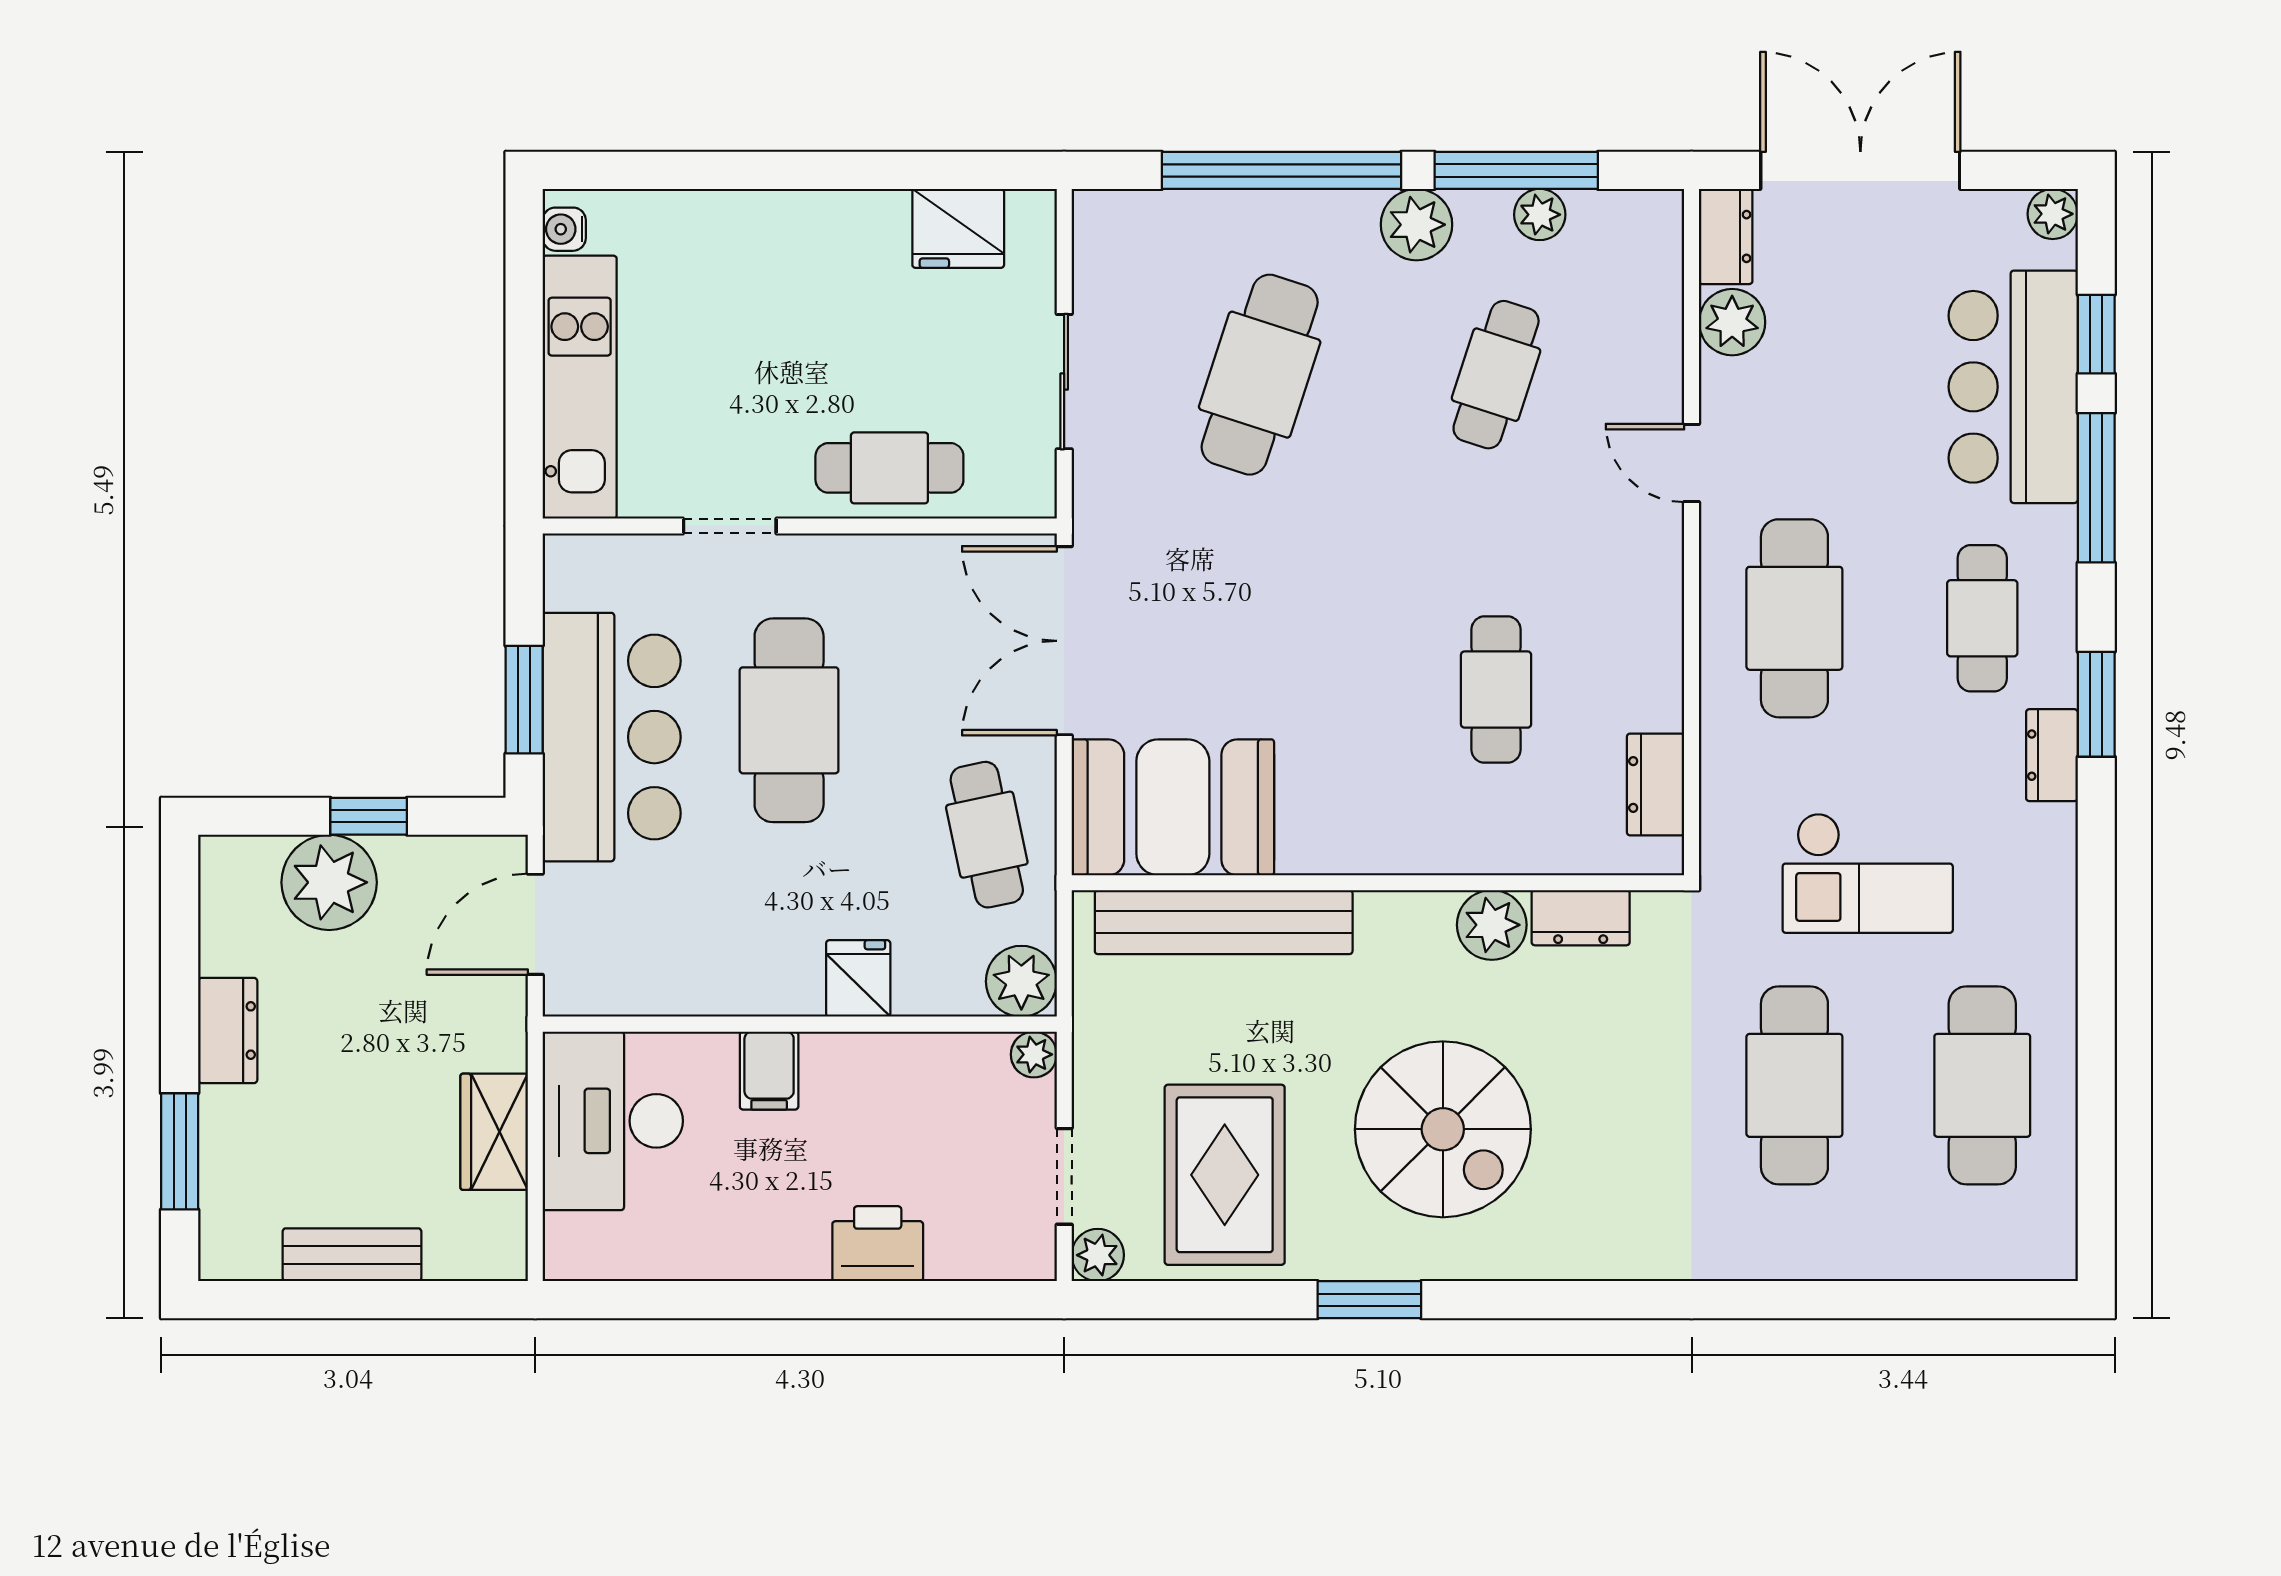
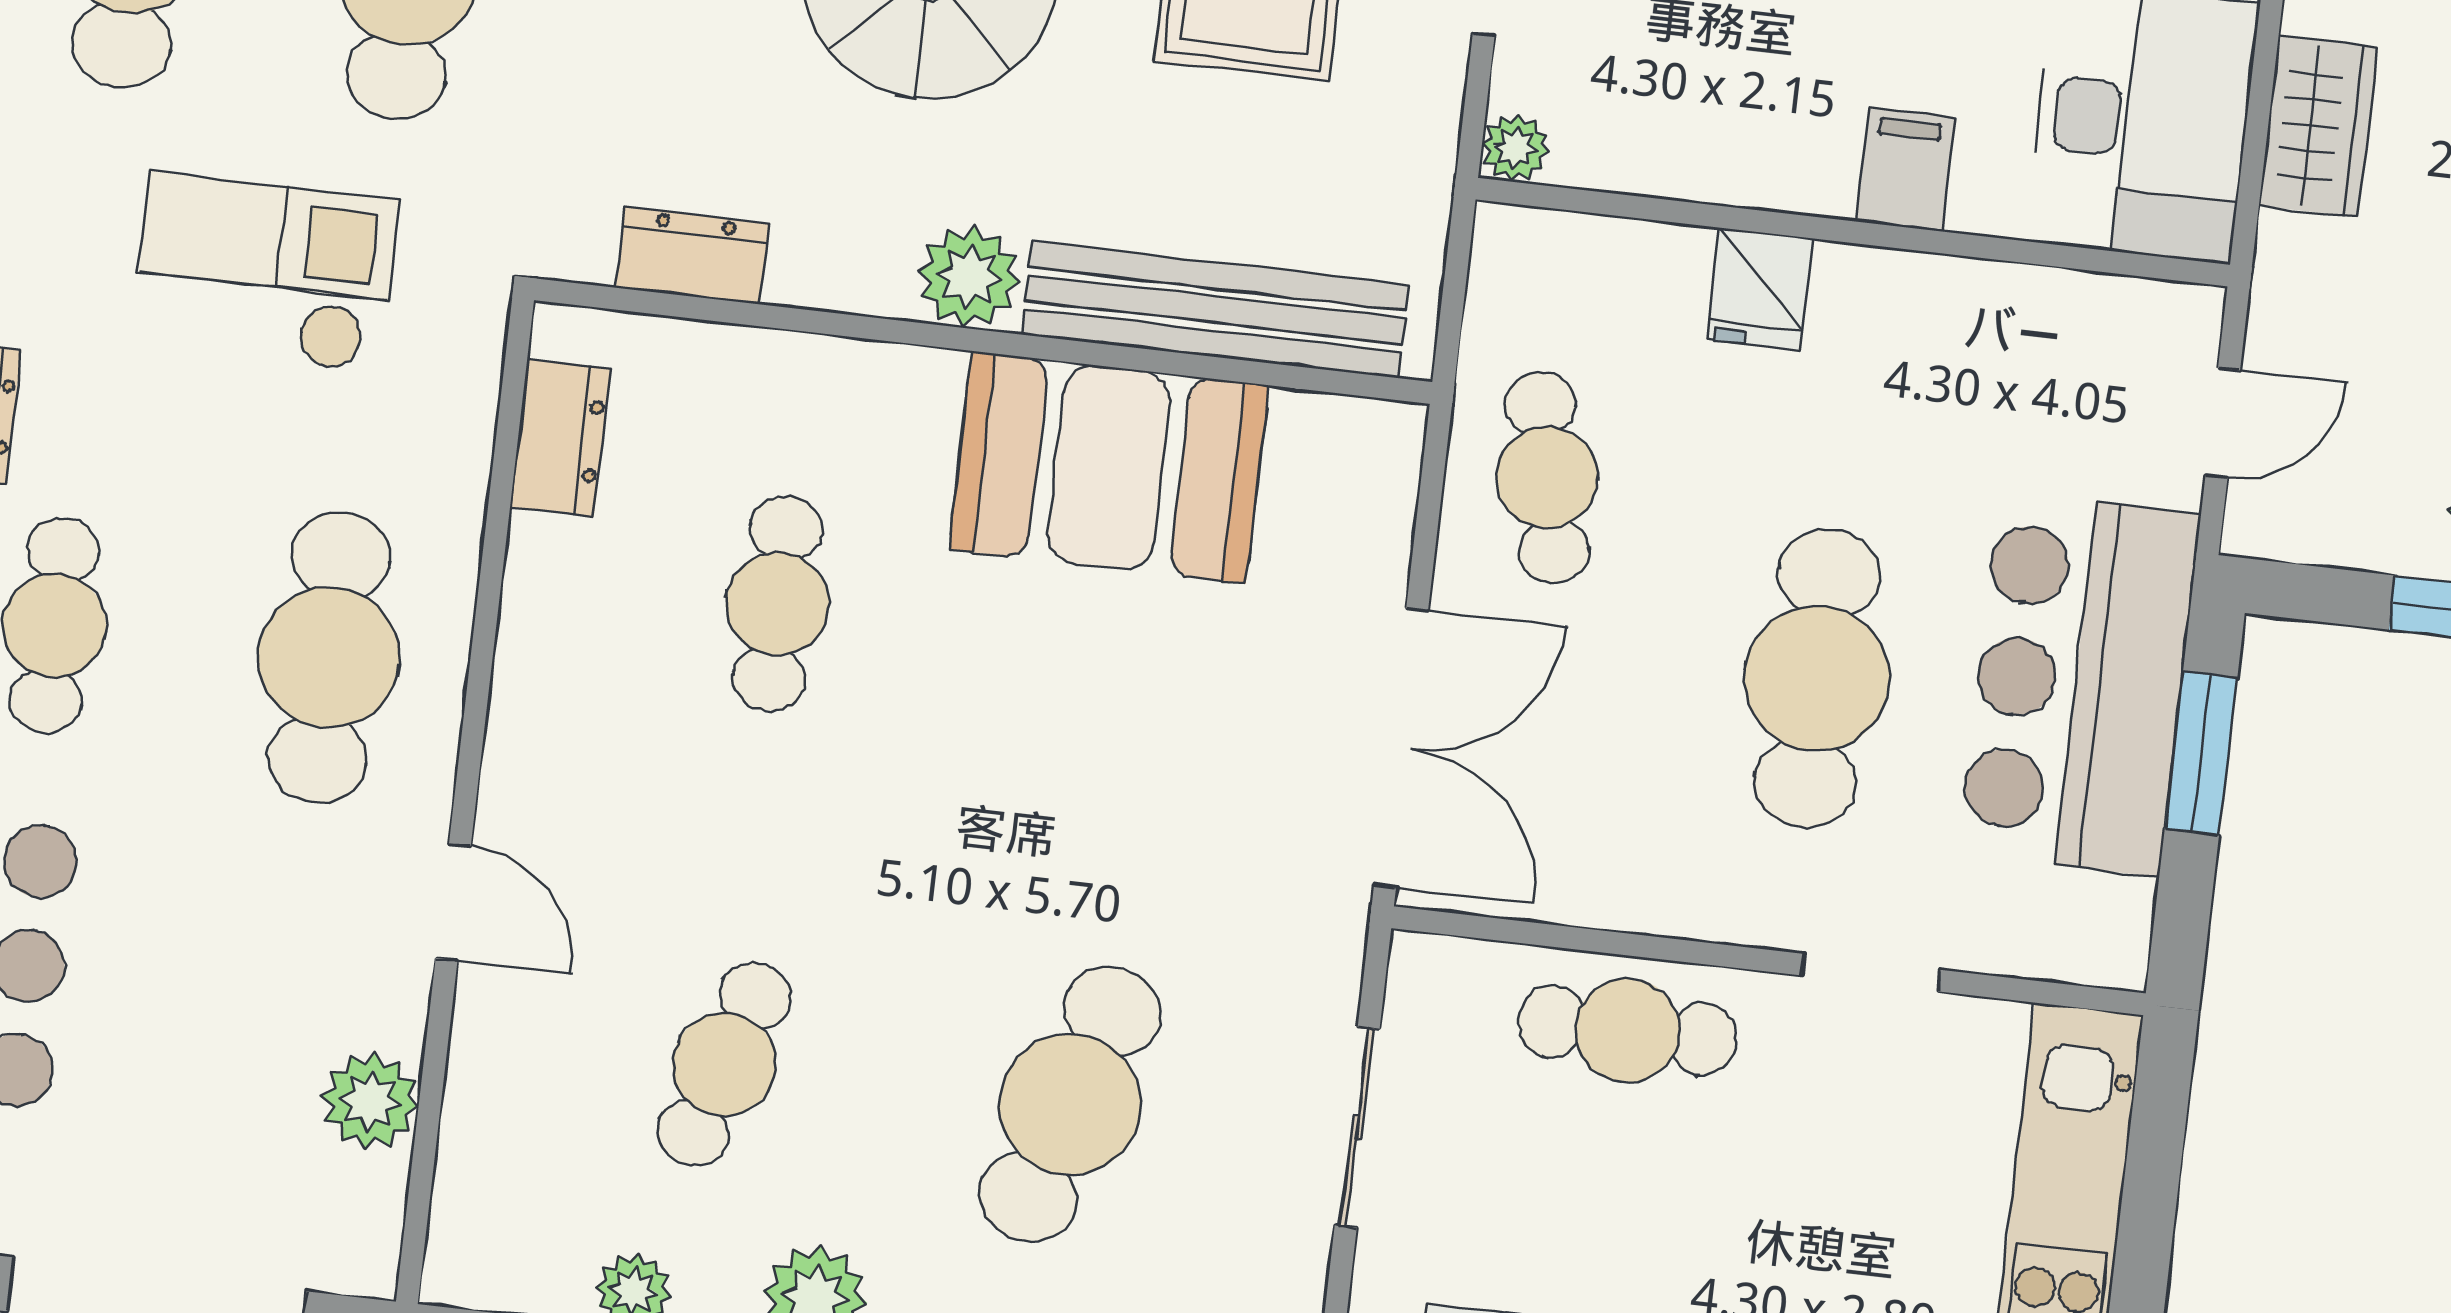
dresser: (1726, 236) -> (365, 1227), removed
booth: (1173, 807) -> (1109, 467), moved
door: (535, 924) -> (2223, 423), width x0.73
plant: (1492, 925) -> (969, 277), moved
plant: (1021, 981) -> (1521, 257), removed

